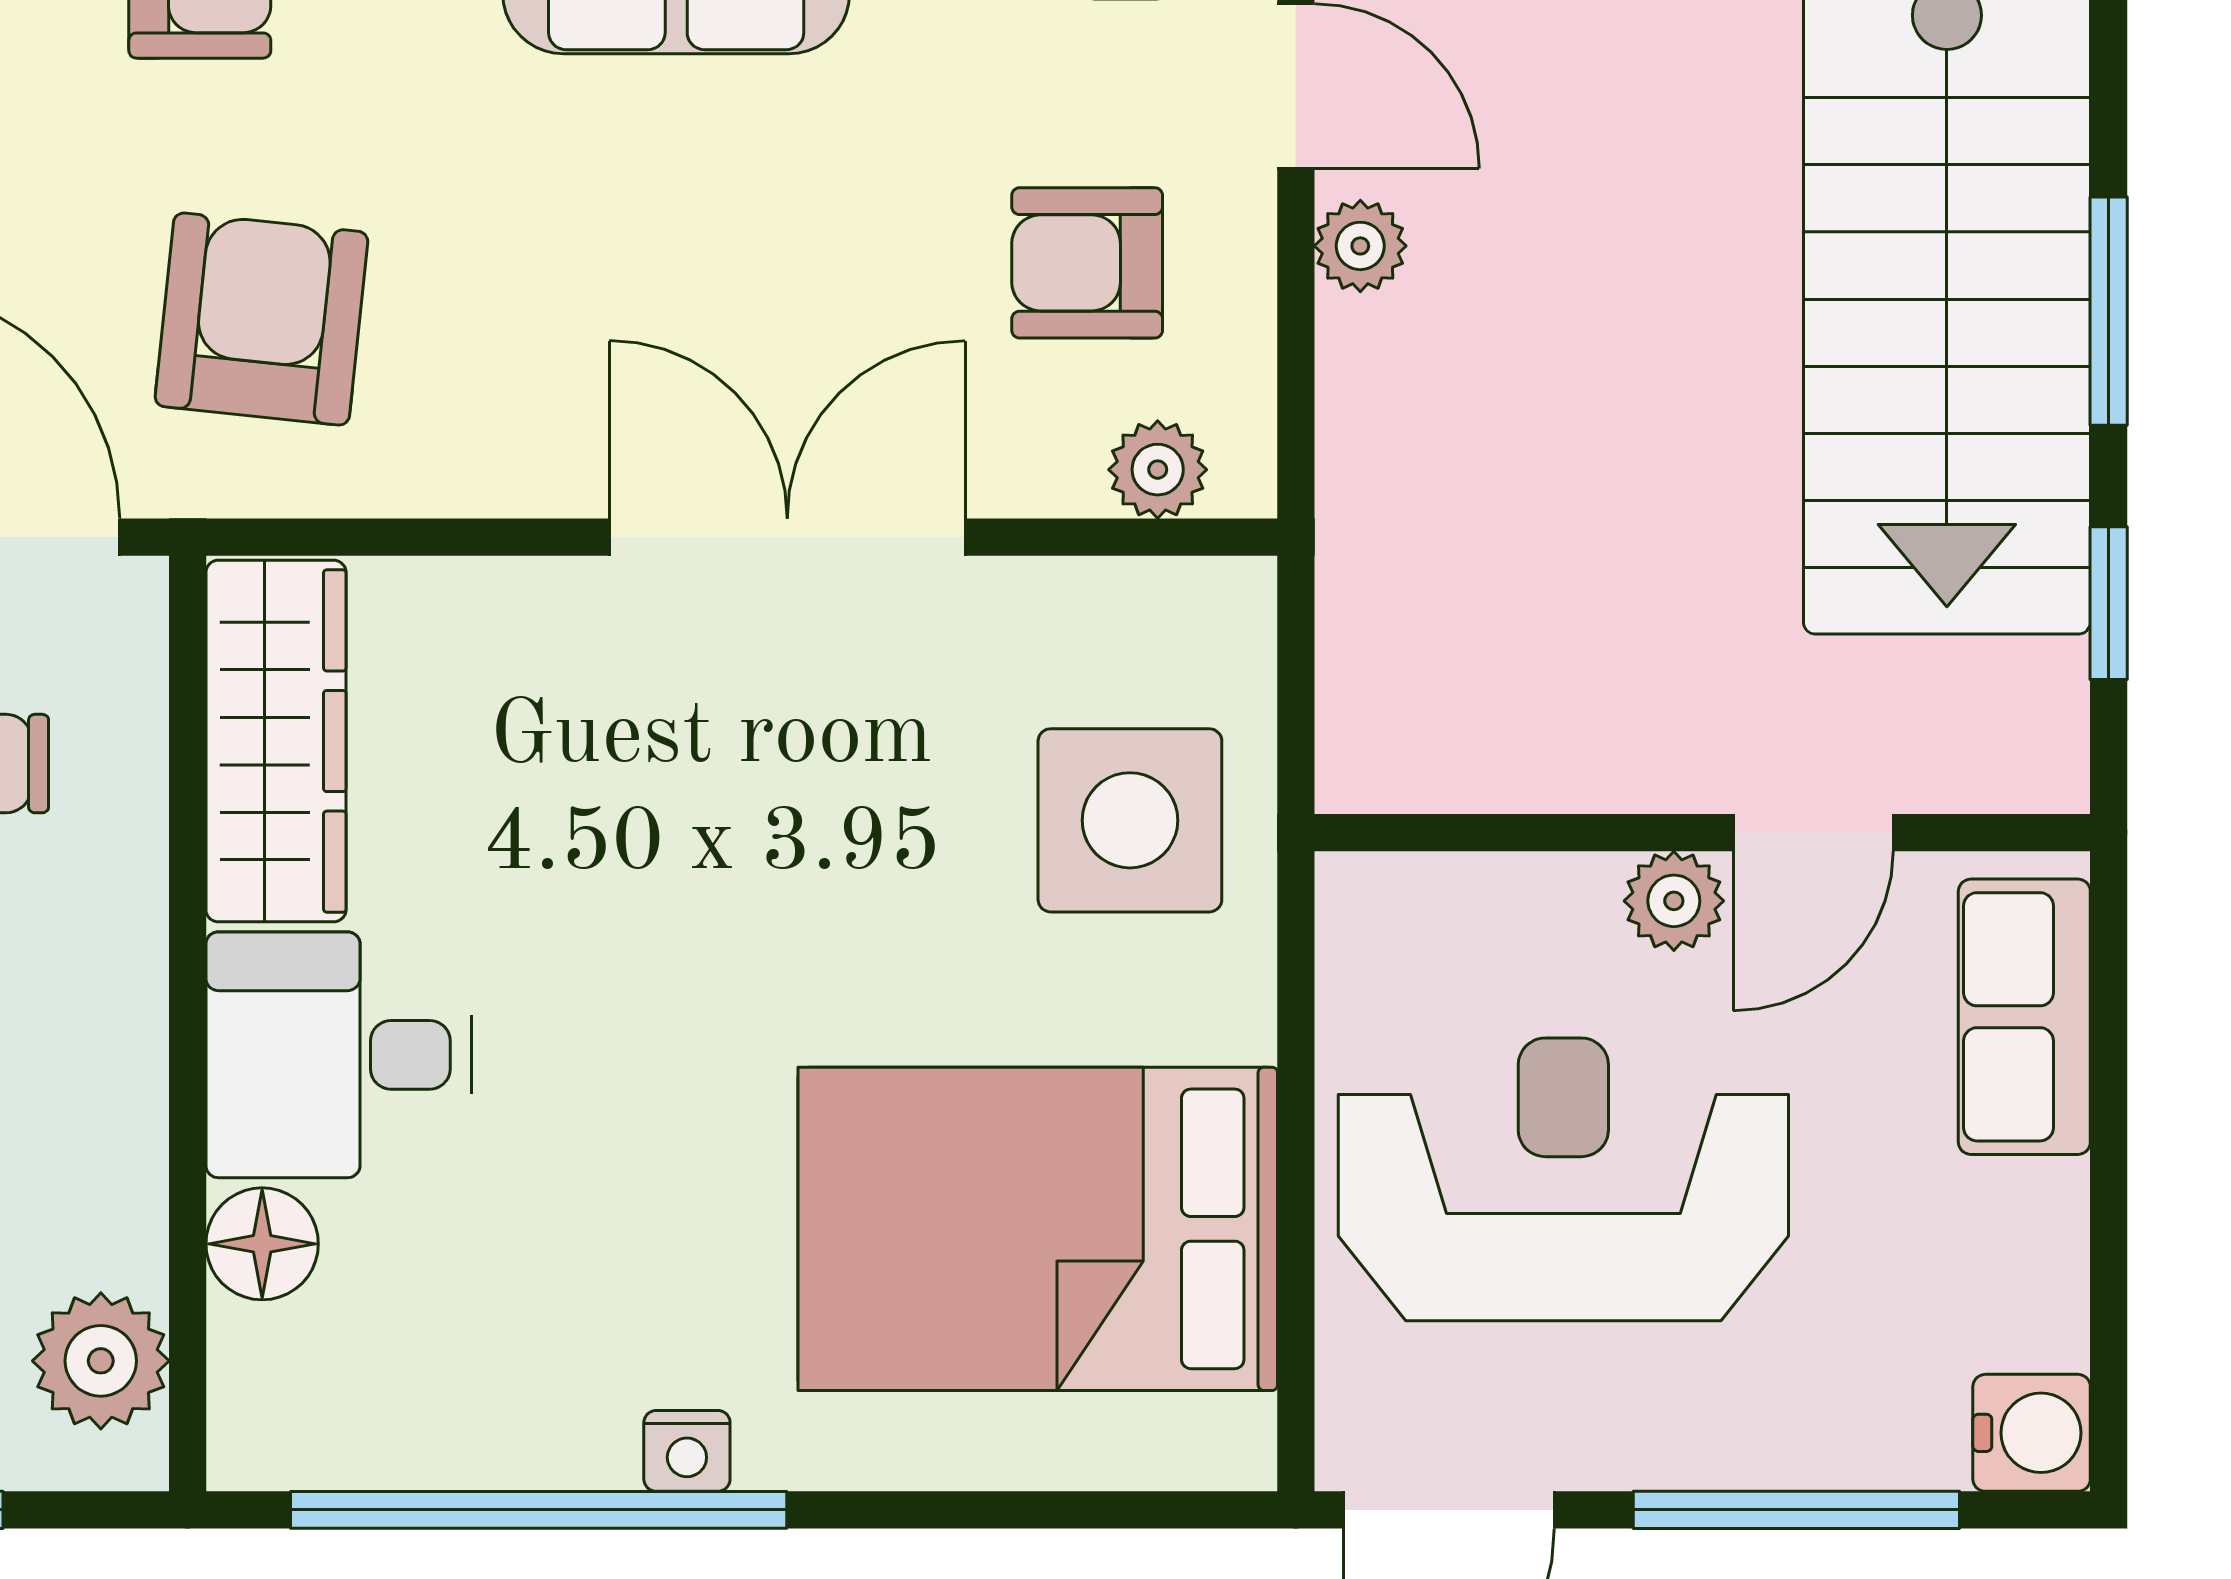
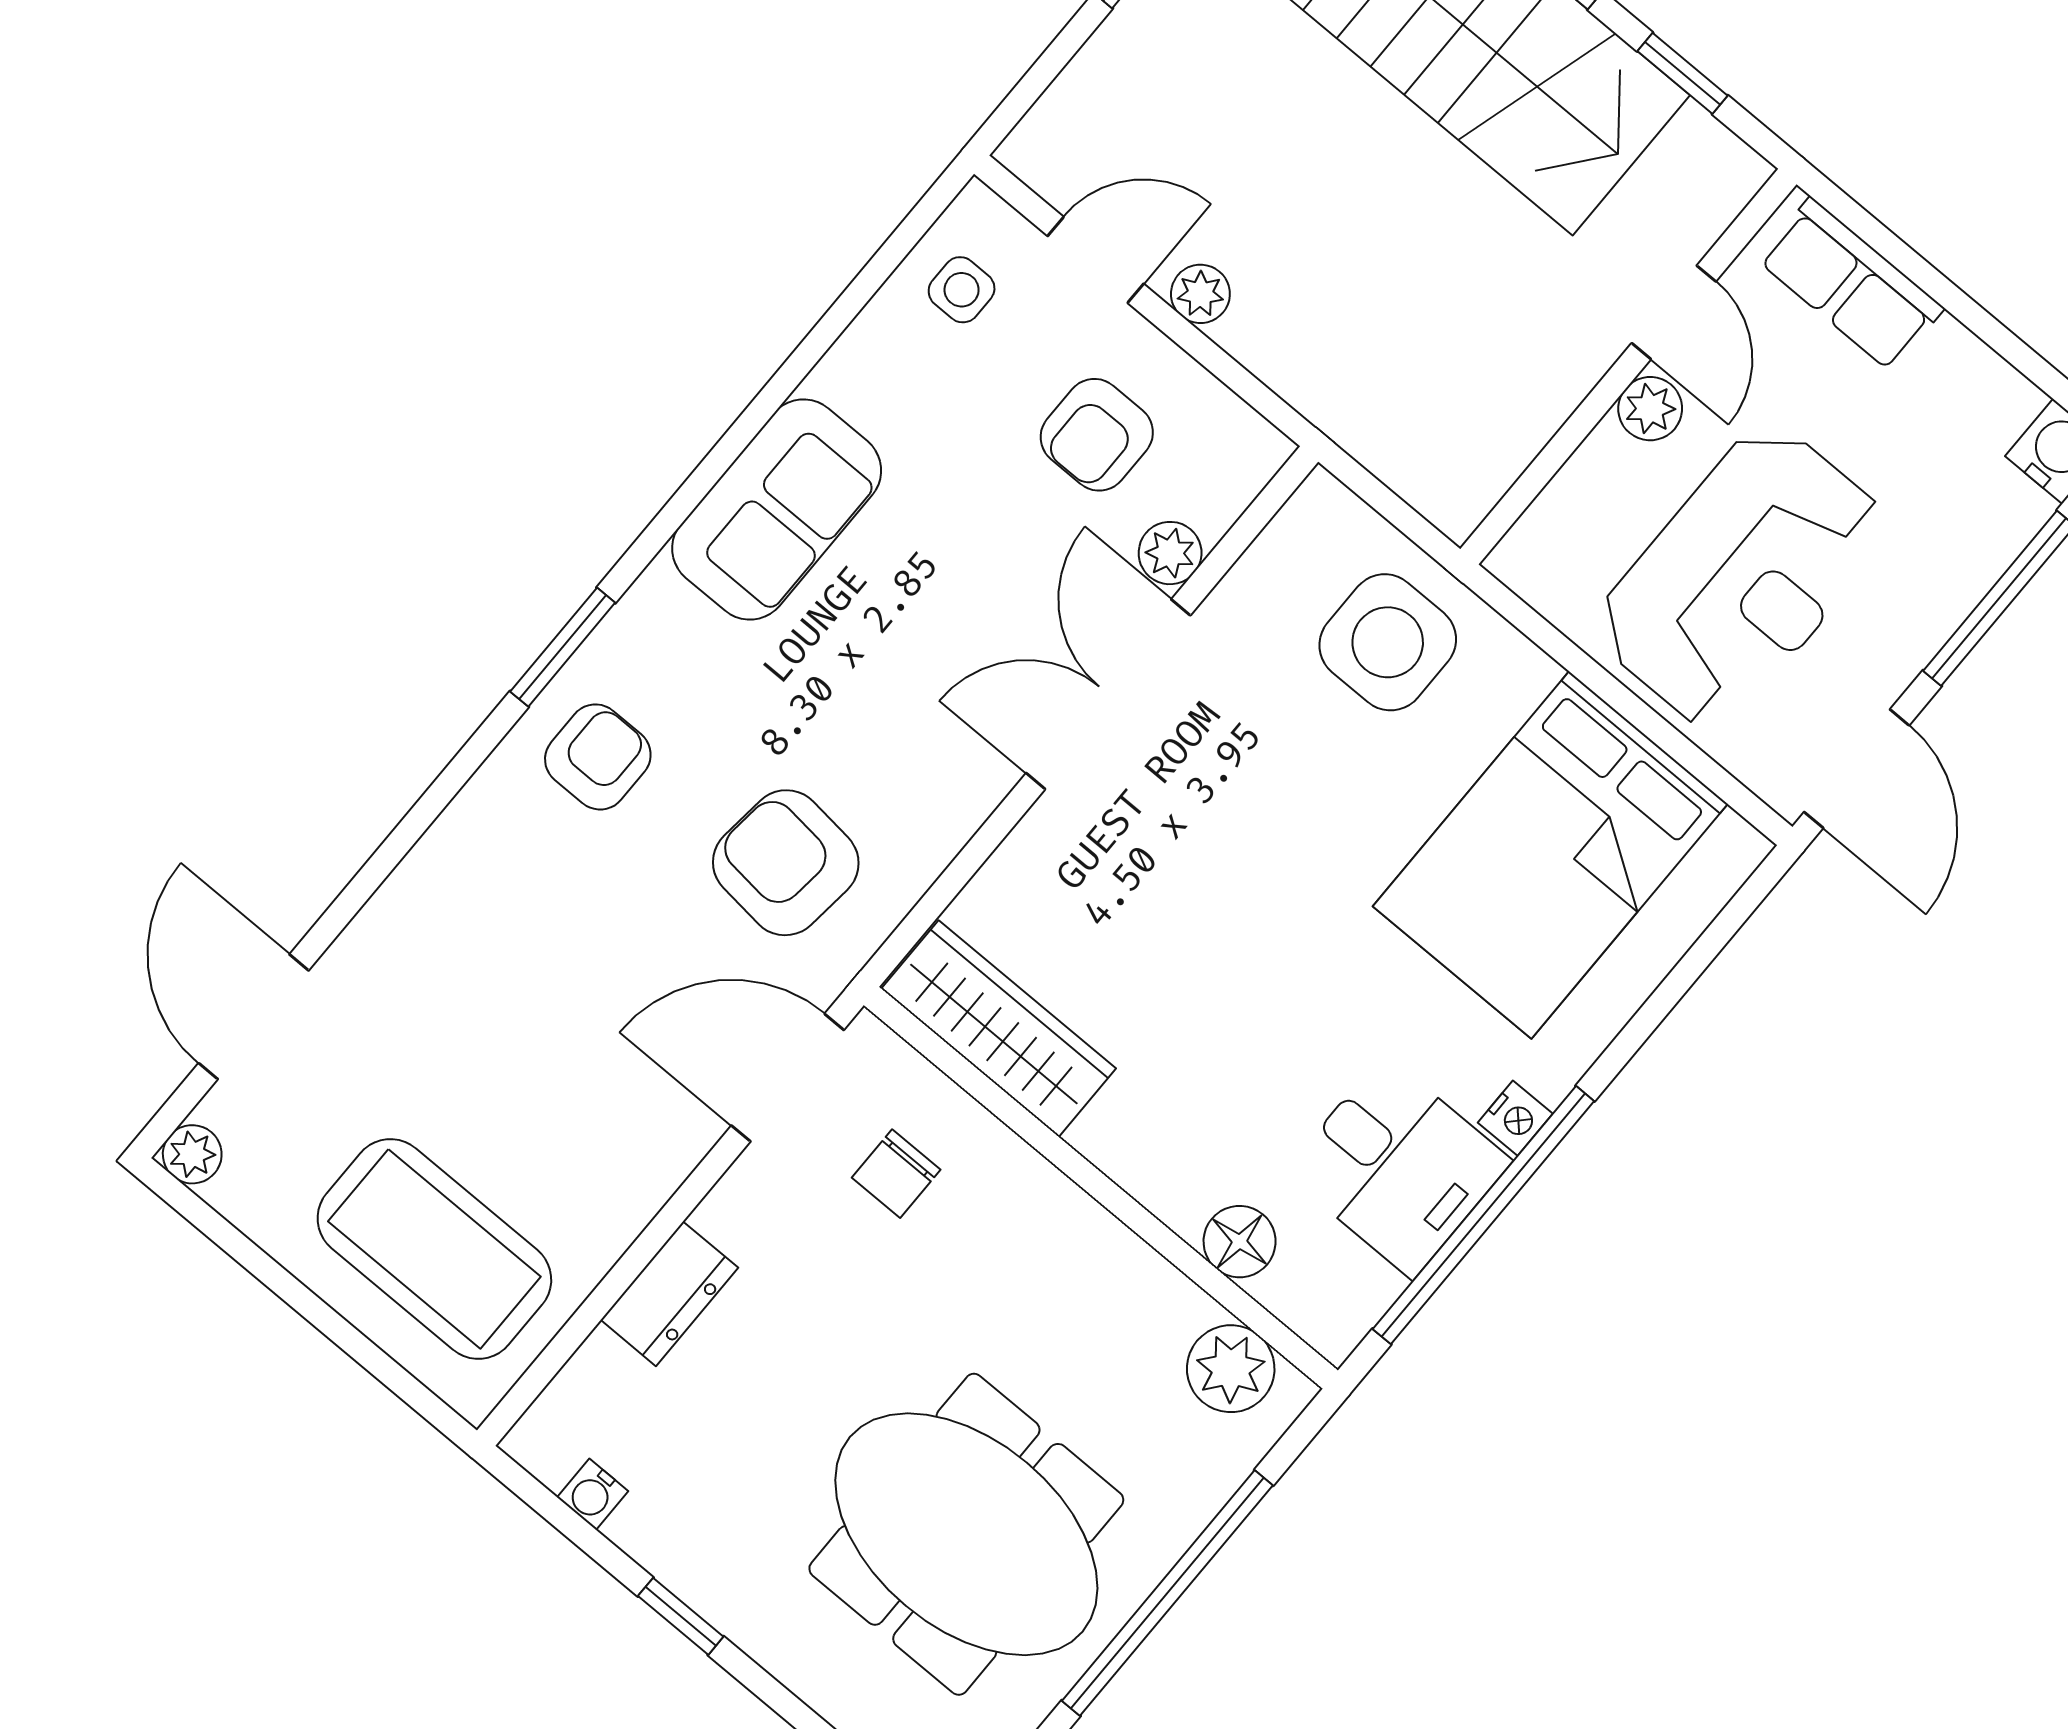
plant: (1158, 470) -> (1170, 553), moved
desk: (339, 1055) -> (1398, 1167), moved, turned -90
reception desk: (1563, 1179) -> (1741, 577), turned 180

